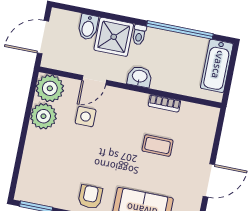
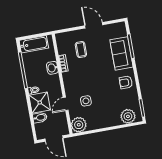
washbasin: (140, 77) -> (52, 68), moved
door: (94, 80) -> (66, 104), swing flipped
plant: (43, 116) -> (128, 116), moved
coffee table: (158, 146) -> (81, 50), moved

